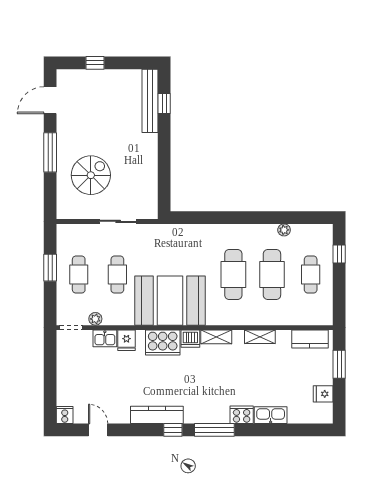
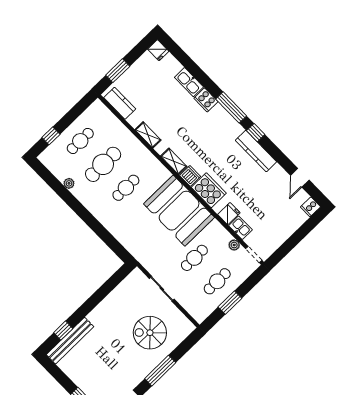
cafe table: (233, 275) -> (126, 188), width x0.73, depth x0.74
fridge: (323, 394) -> (158, 50), moved

